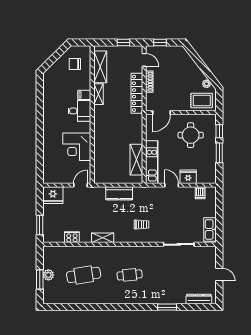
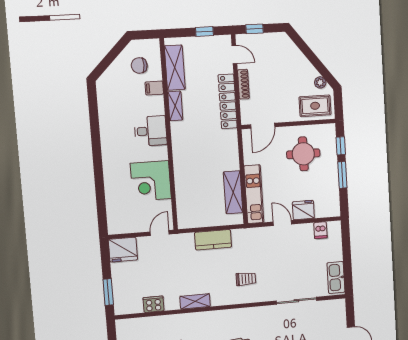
filing cabinet: (84, 95) -> (154, 88), moved

